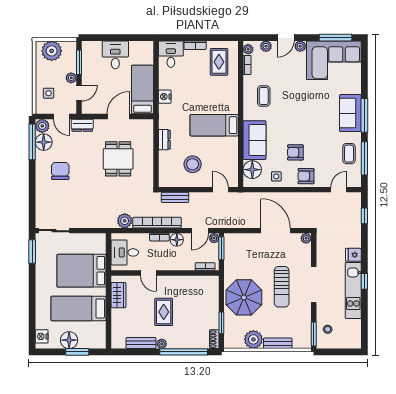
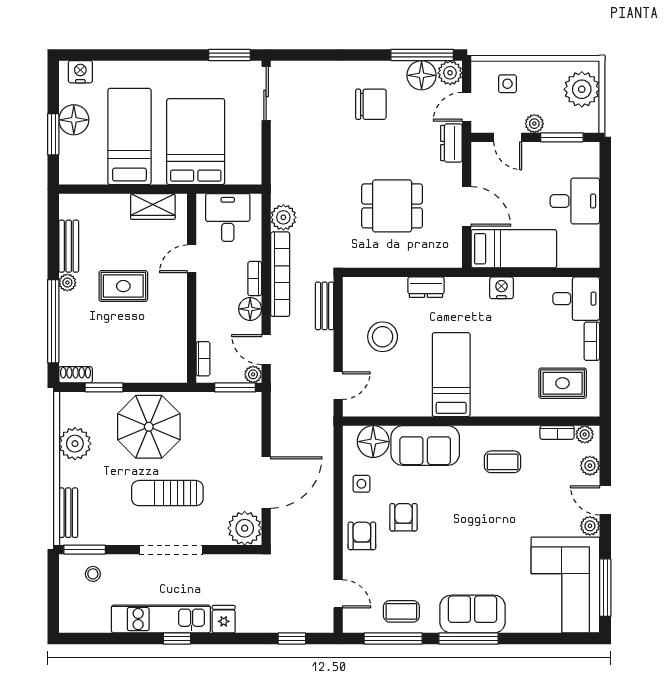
plant: (306, 238) -> (245, 528), width x1.87, depth x1.87
bench: (278, 343) -> (68, 513), moved

